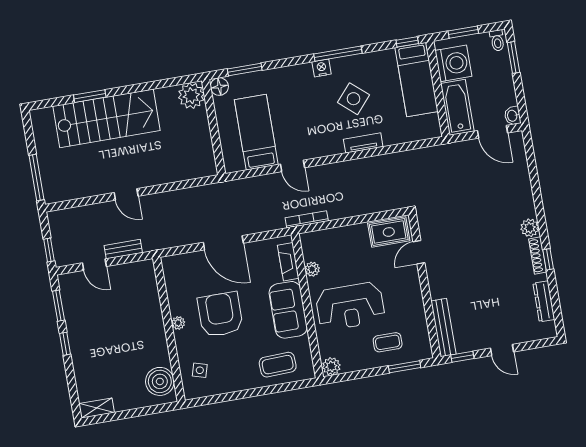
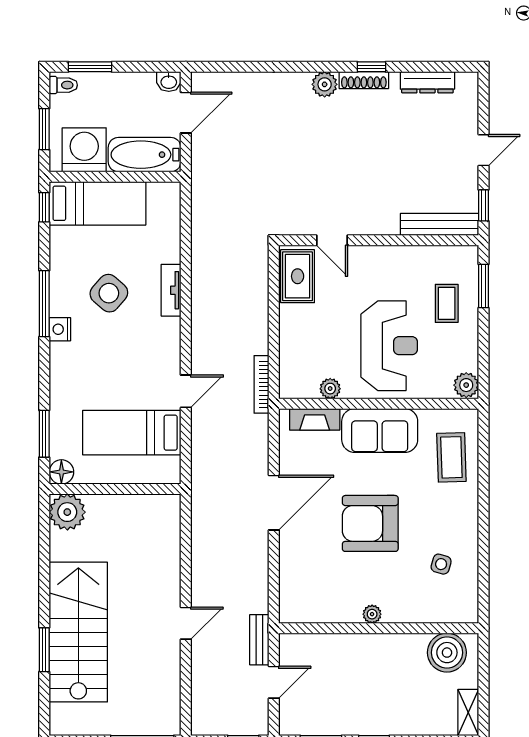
plant: (178, 323) -> (372, 614), moved
wall: (169, 329) -> (379, 628), moved
boiler: (160, 381) -> (447, 653), moved

